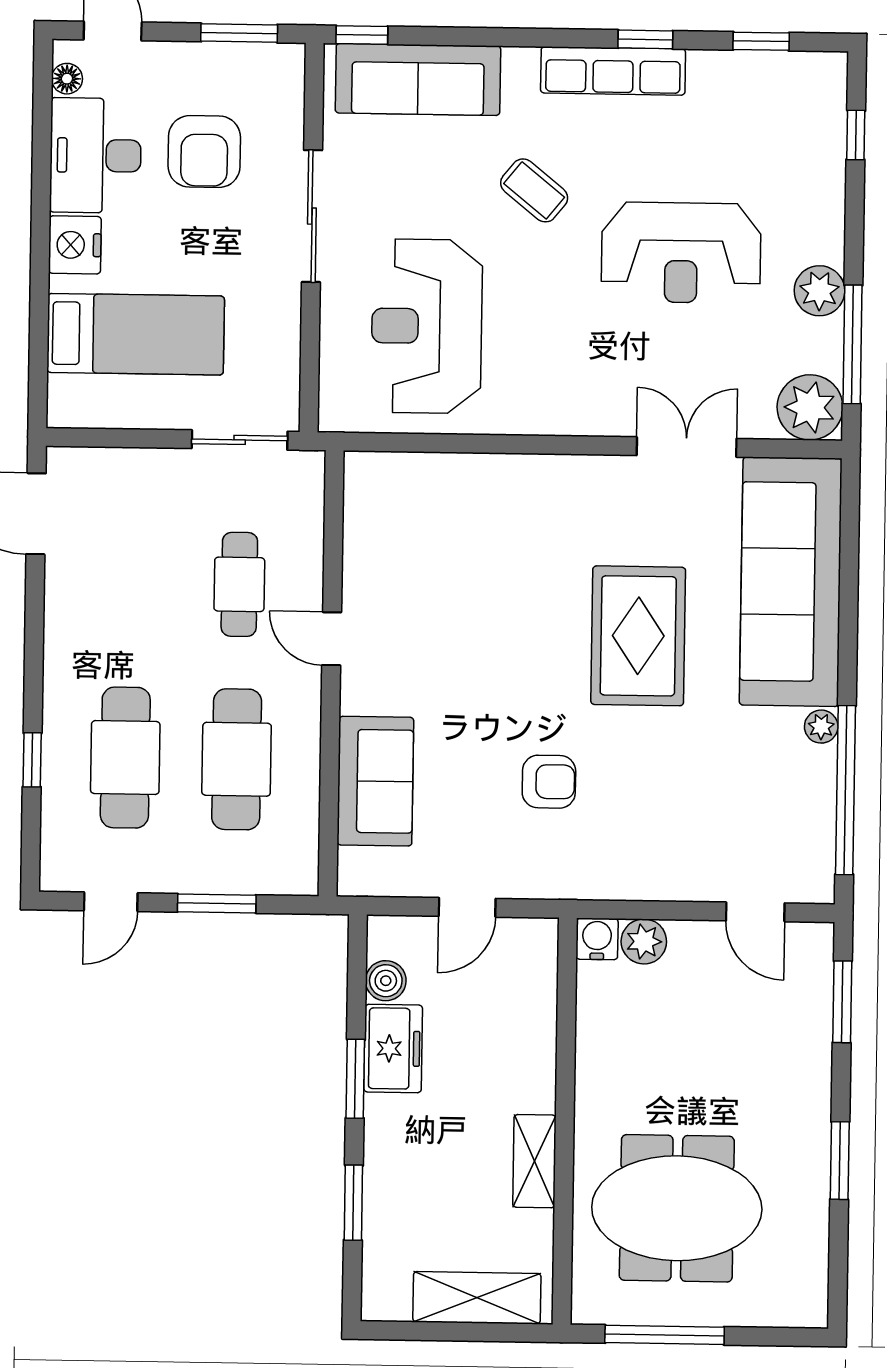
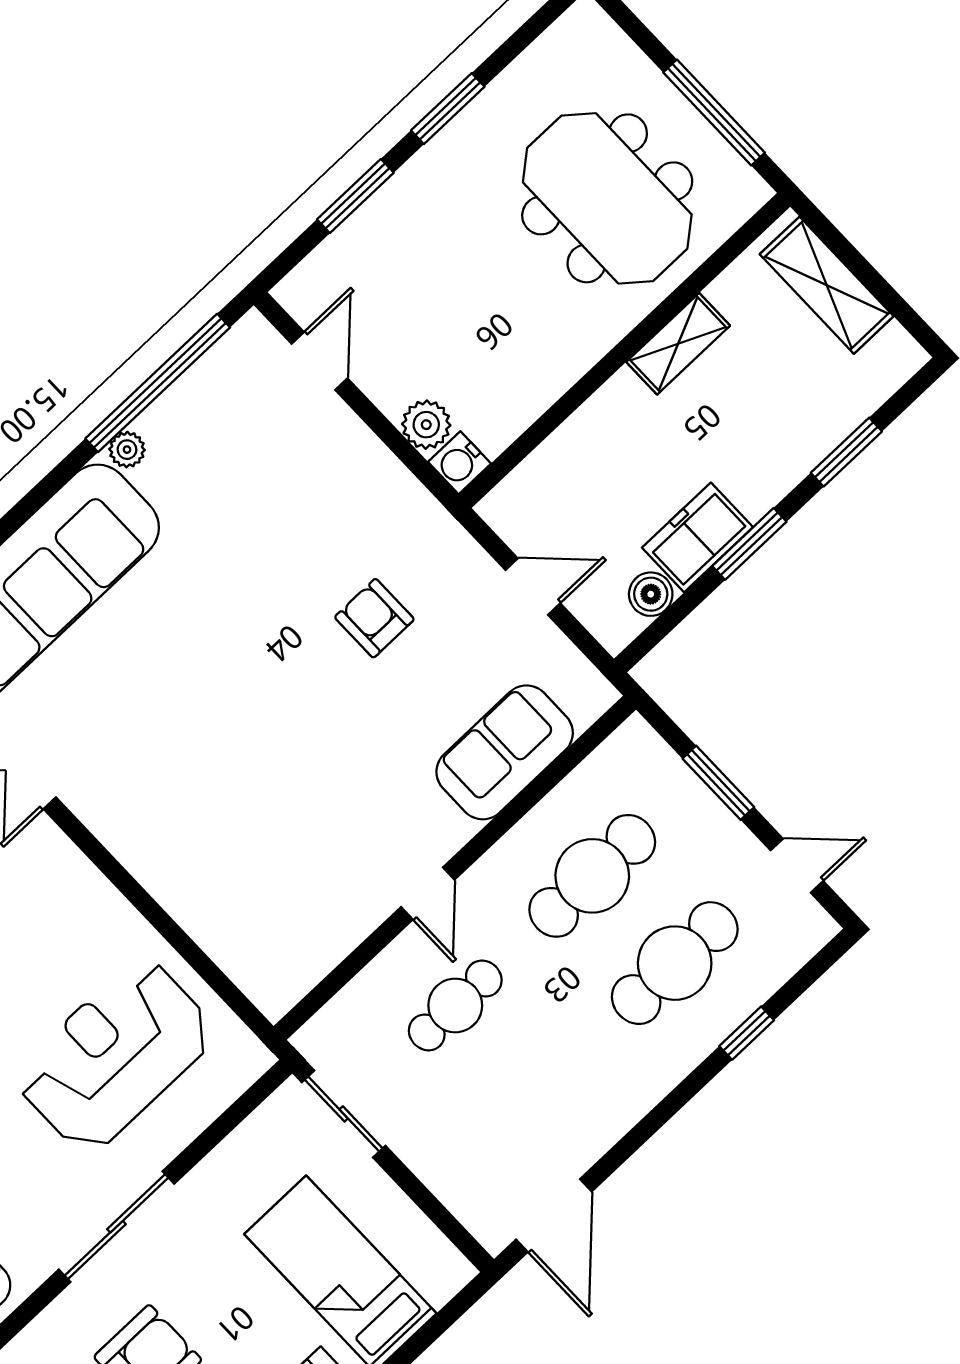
reception desk: (427, 326) -> (115, 1055), turned 180
rug: (638, 636) -> (195, 659), removed
window: (842, 1002) -> (355, 196), moved

